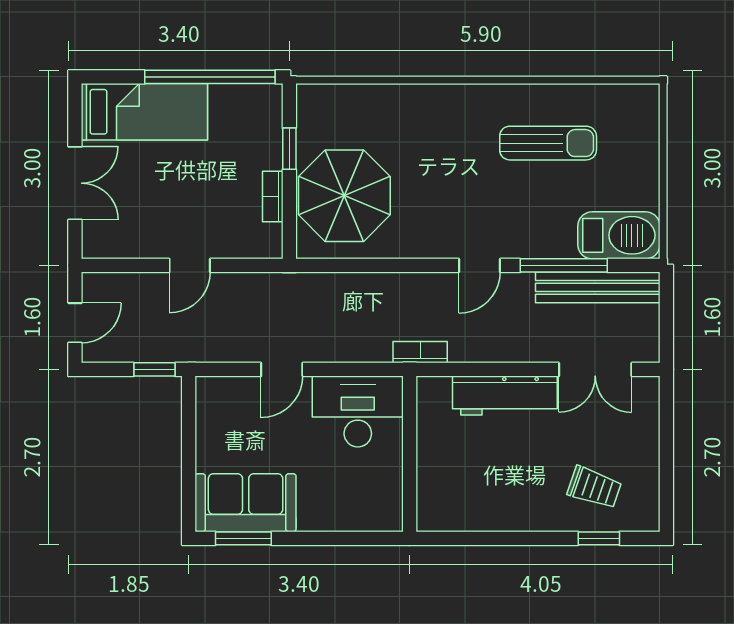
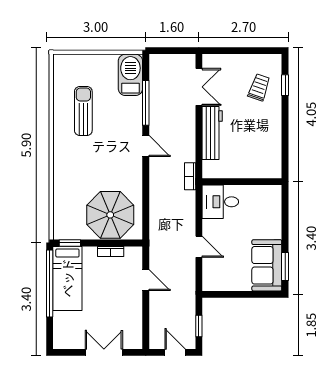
bed: (144, 112) -> (67, 278), moved, turned 180
window: (289, 149) -> (70, 243), moved
door: (190, 265) -> (146, 280), moved
bench: (598, 287) -> (157, 86), removed
window: (154, 369) -> (199, 326), moved
desk: (358, 411) -> (220, 202), width x0.73

